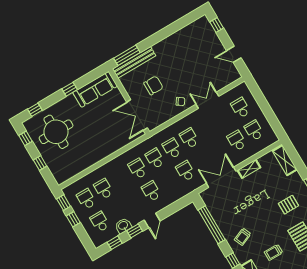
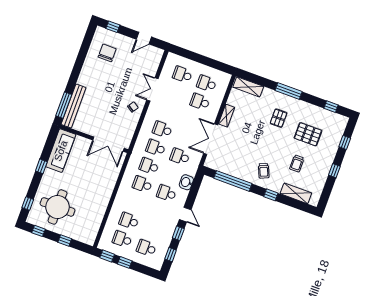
chair: (153, 85) -> (107, 53), moved
washbasin: (123, 226) -> (186, 182), moved

